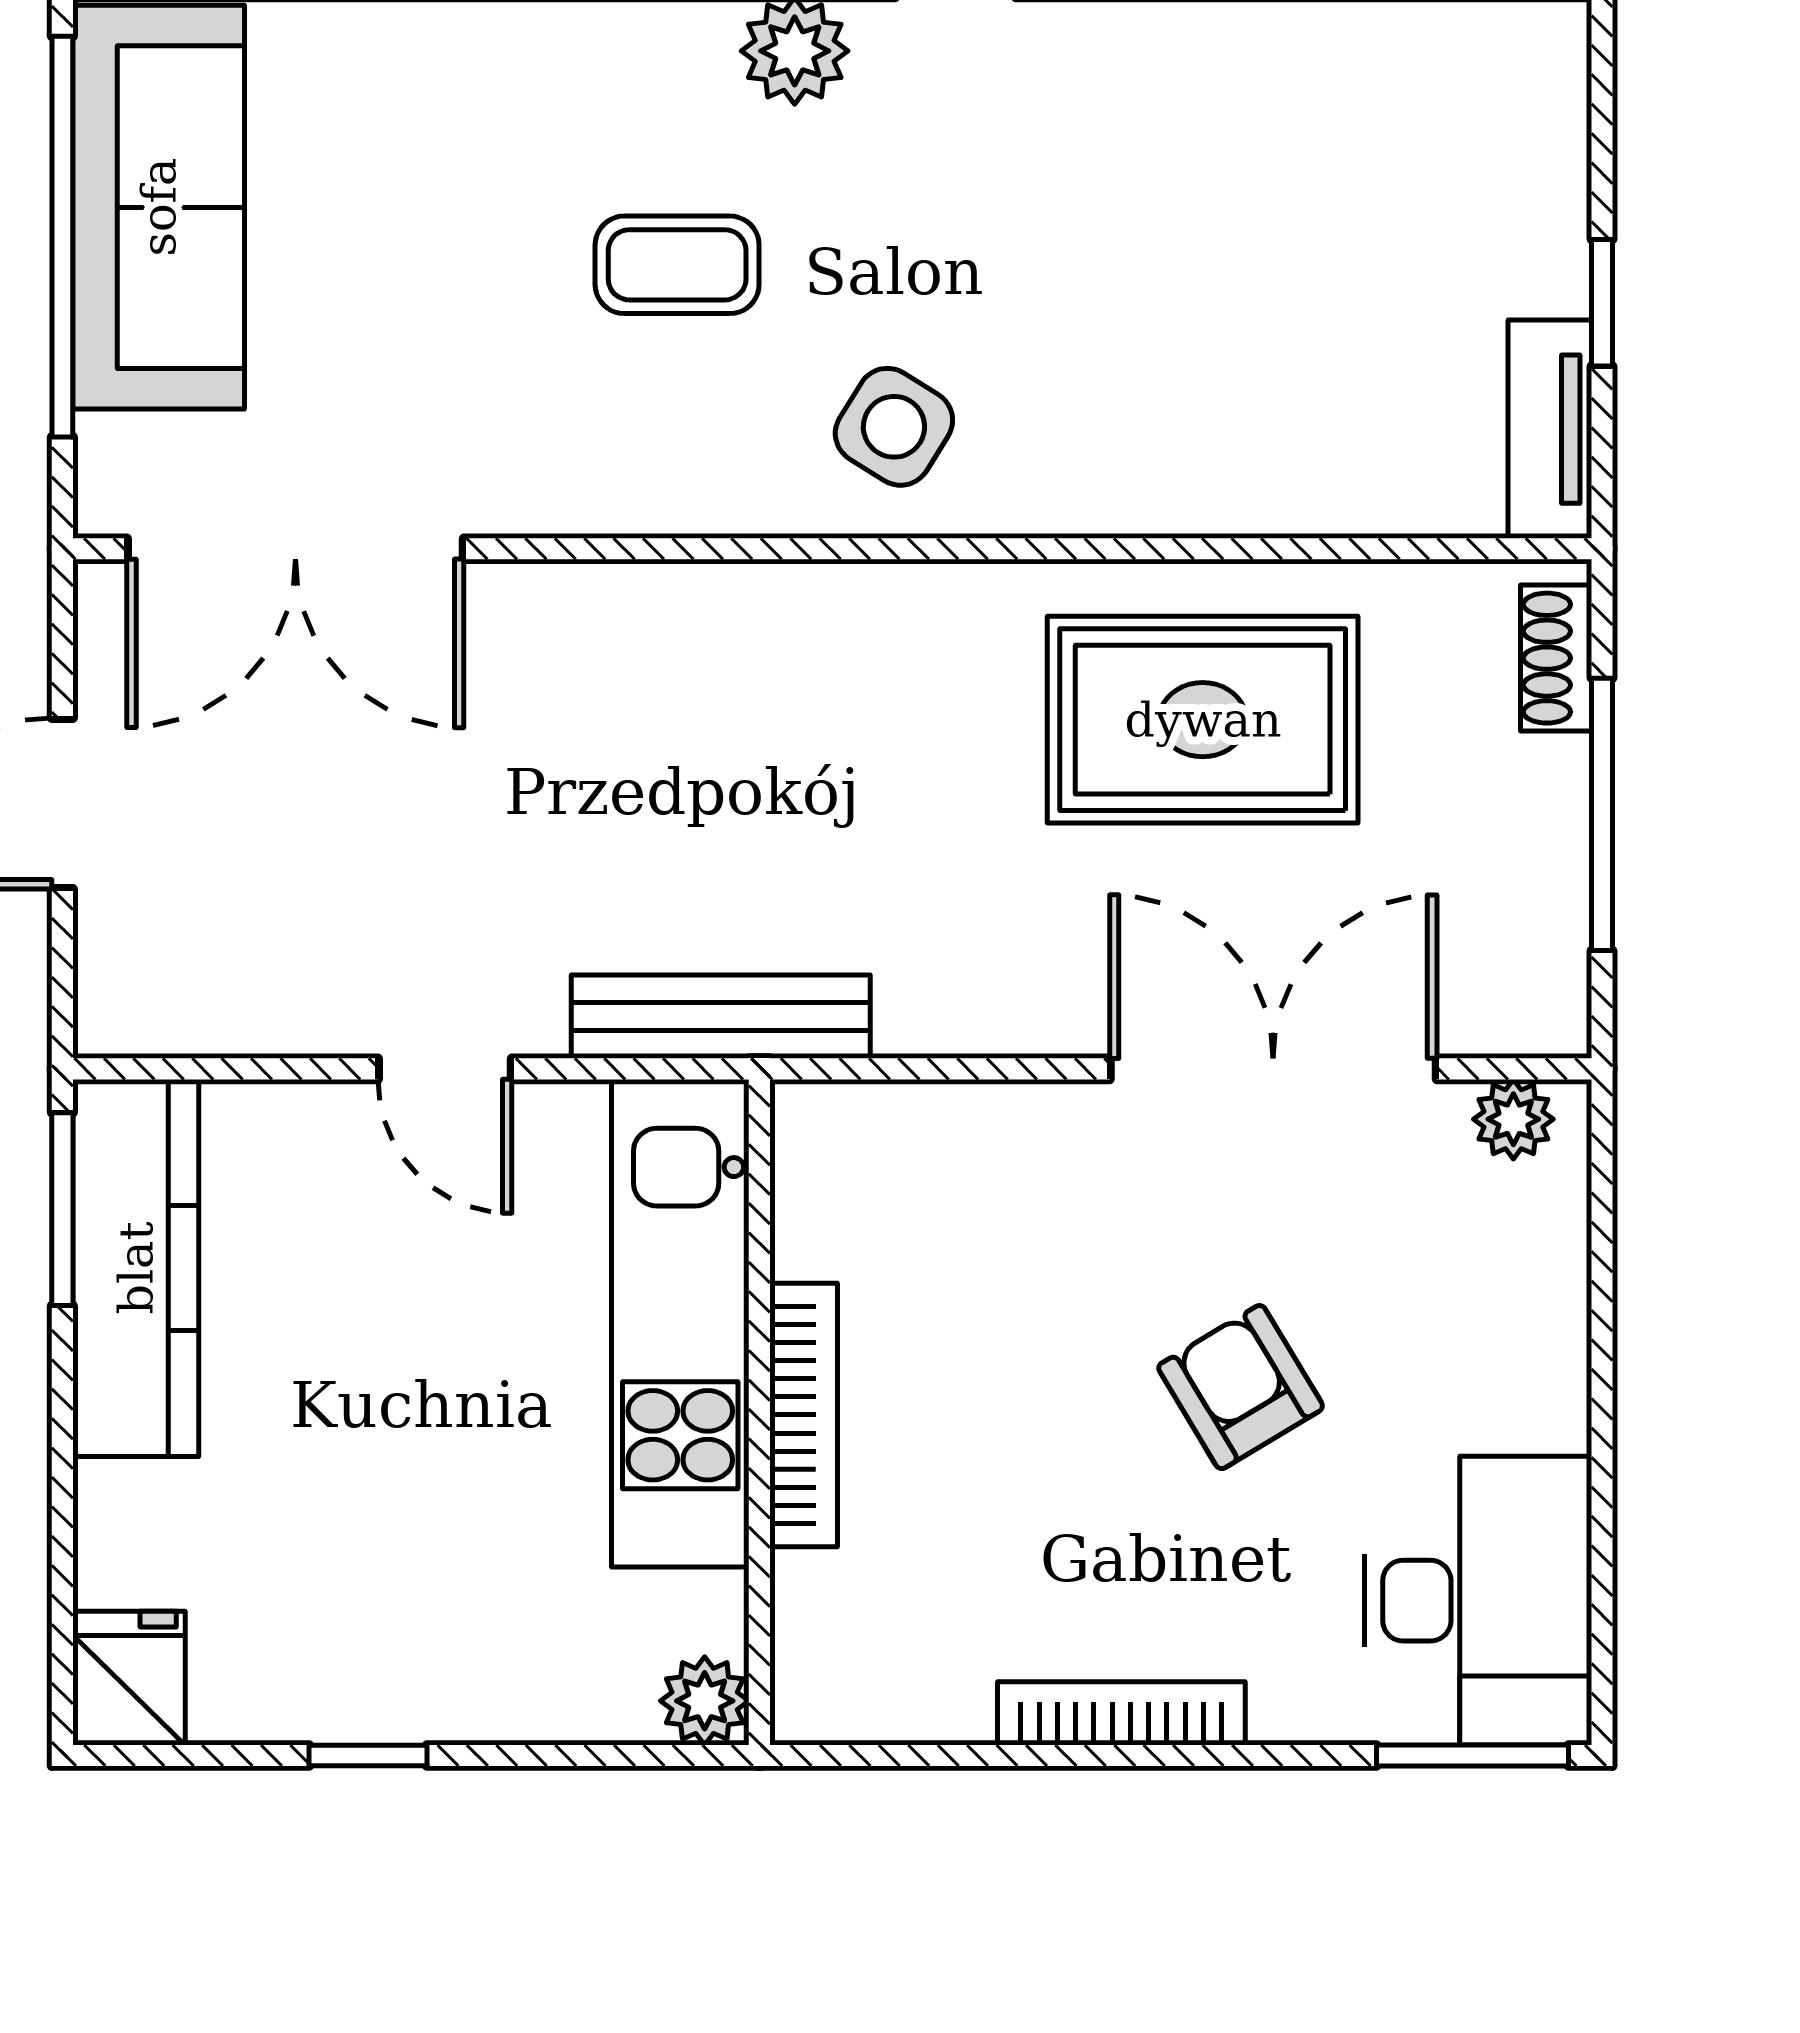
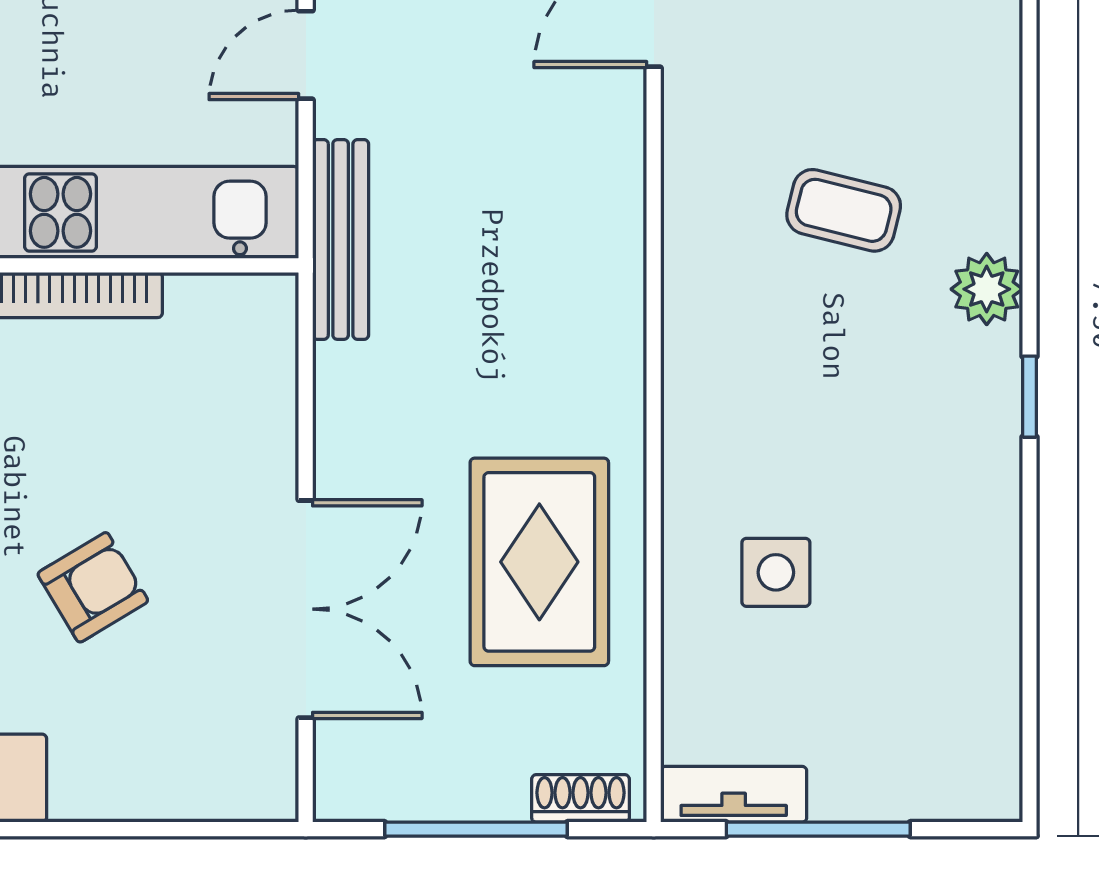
coffee table: (677, 265) -> (844, 210), turned -76
window: (1602, 303) -> (818, 829), width x2.17
side table: (894, 427) -> (776, 572), moved, turned -32
plant: (1513, 1119) -> (272, 770), removed

